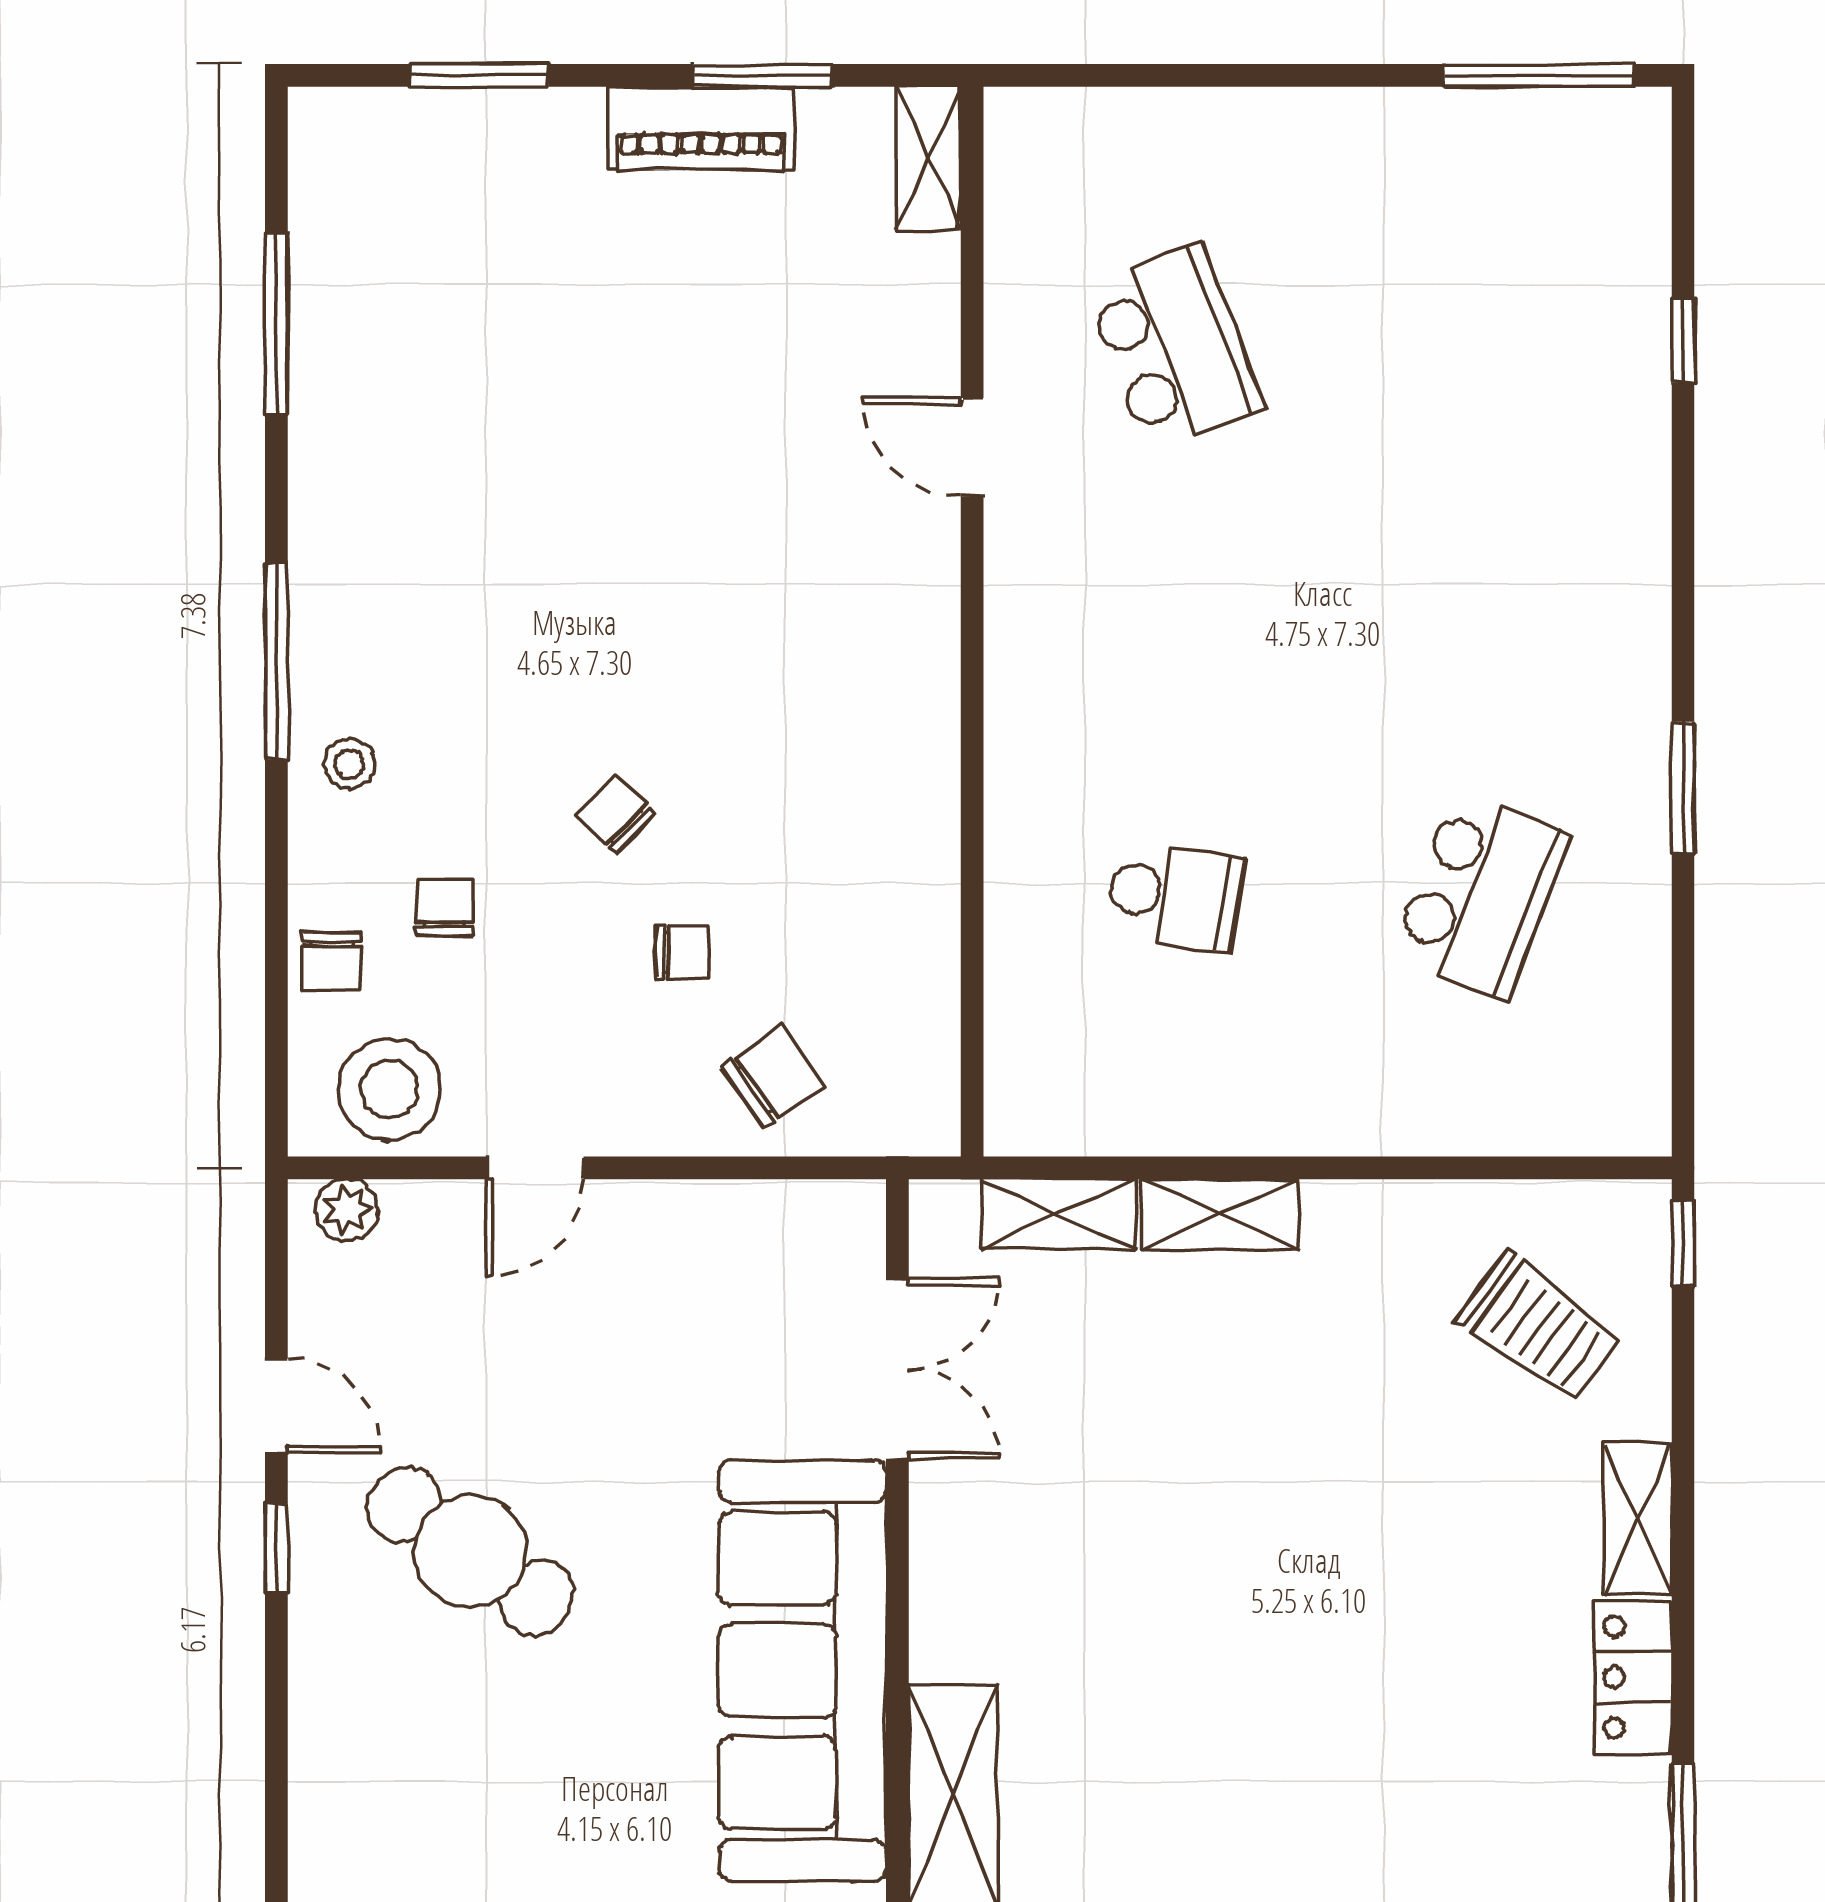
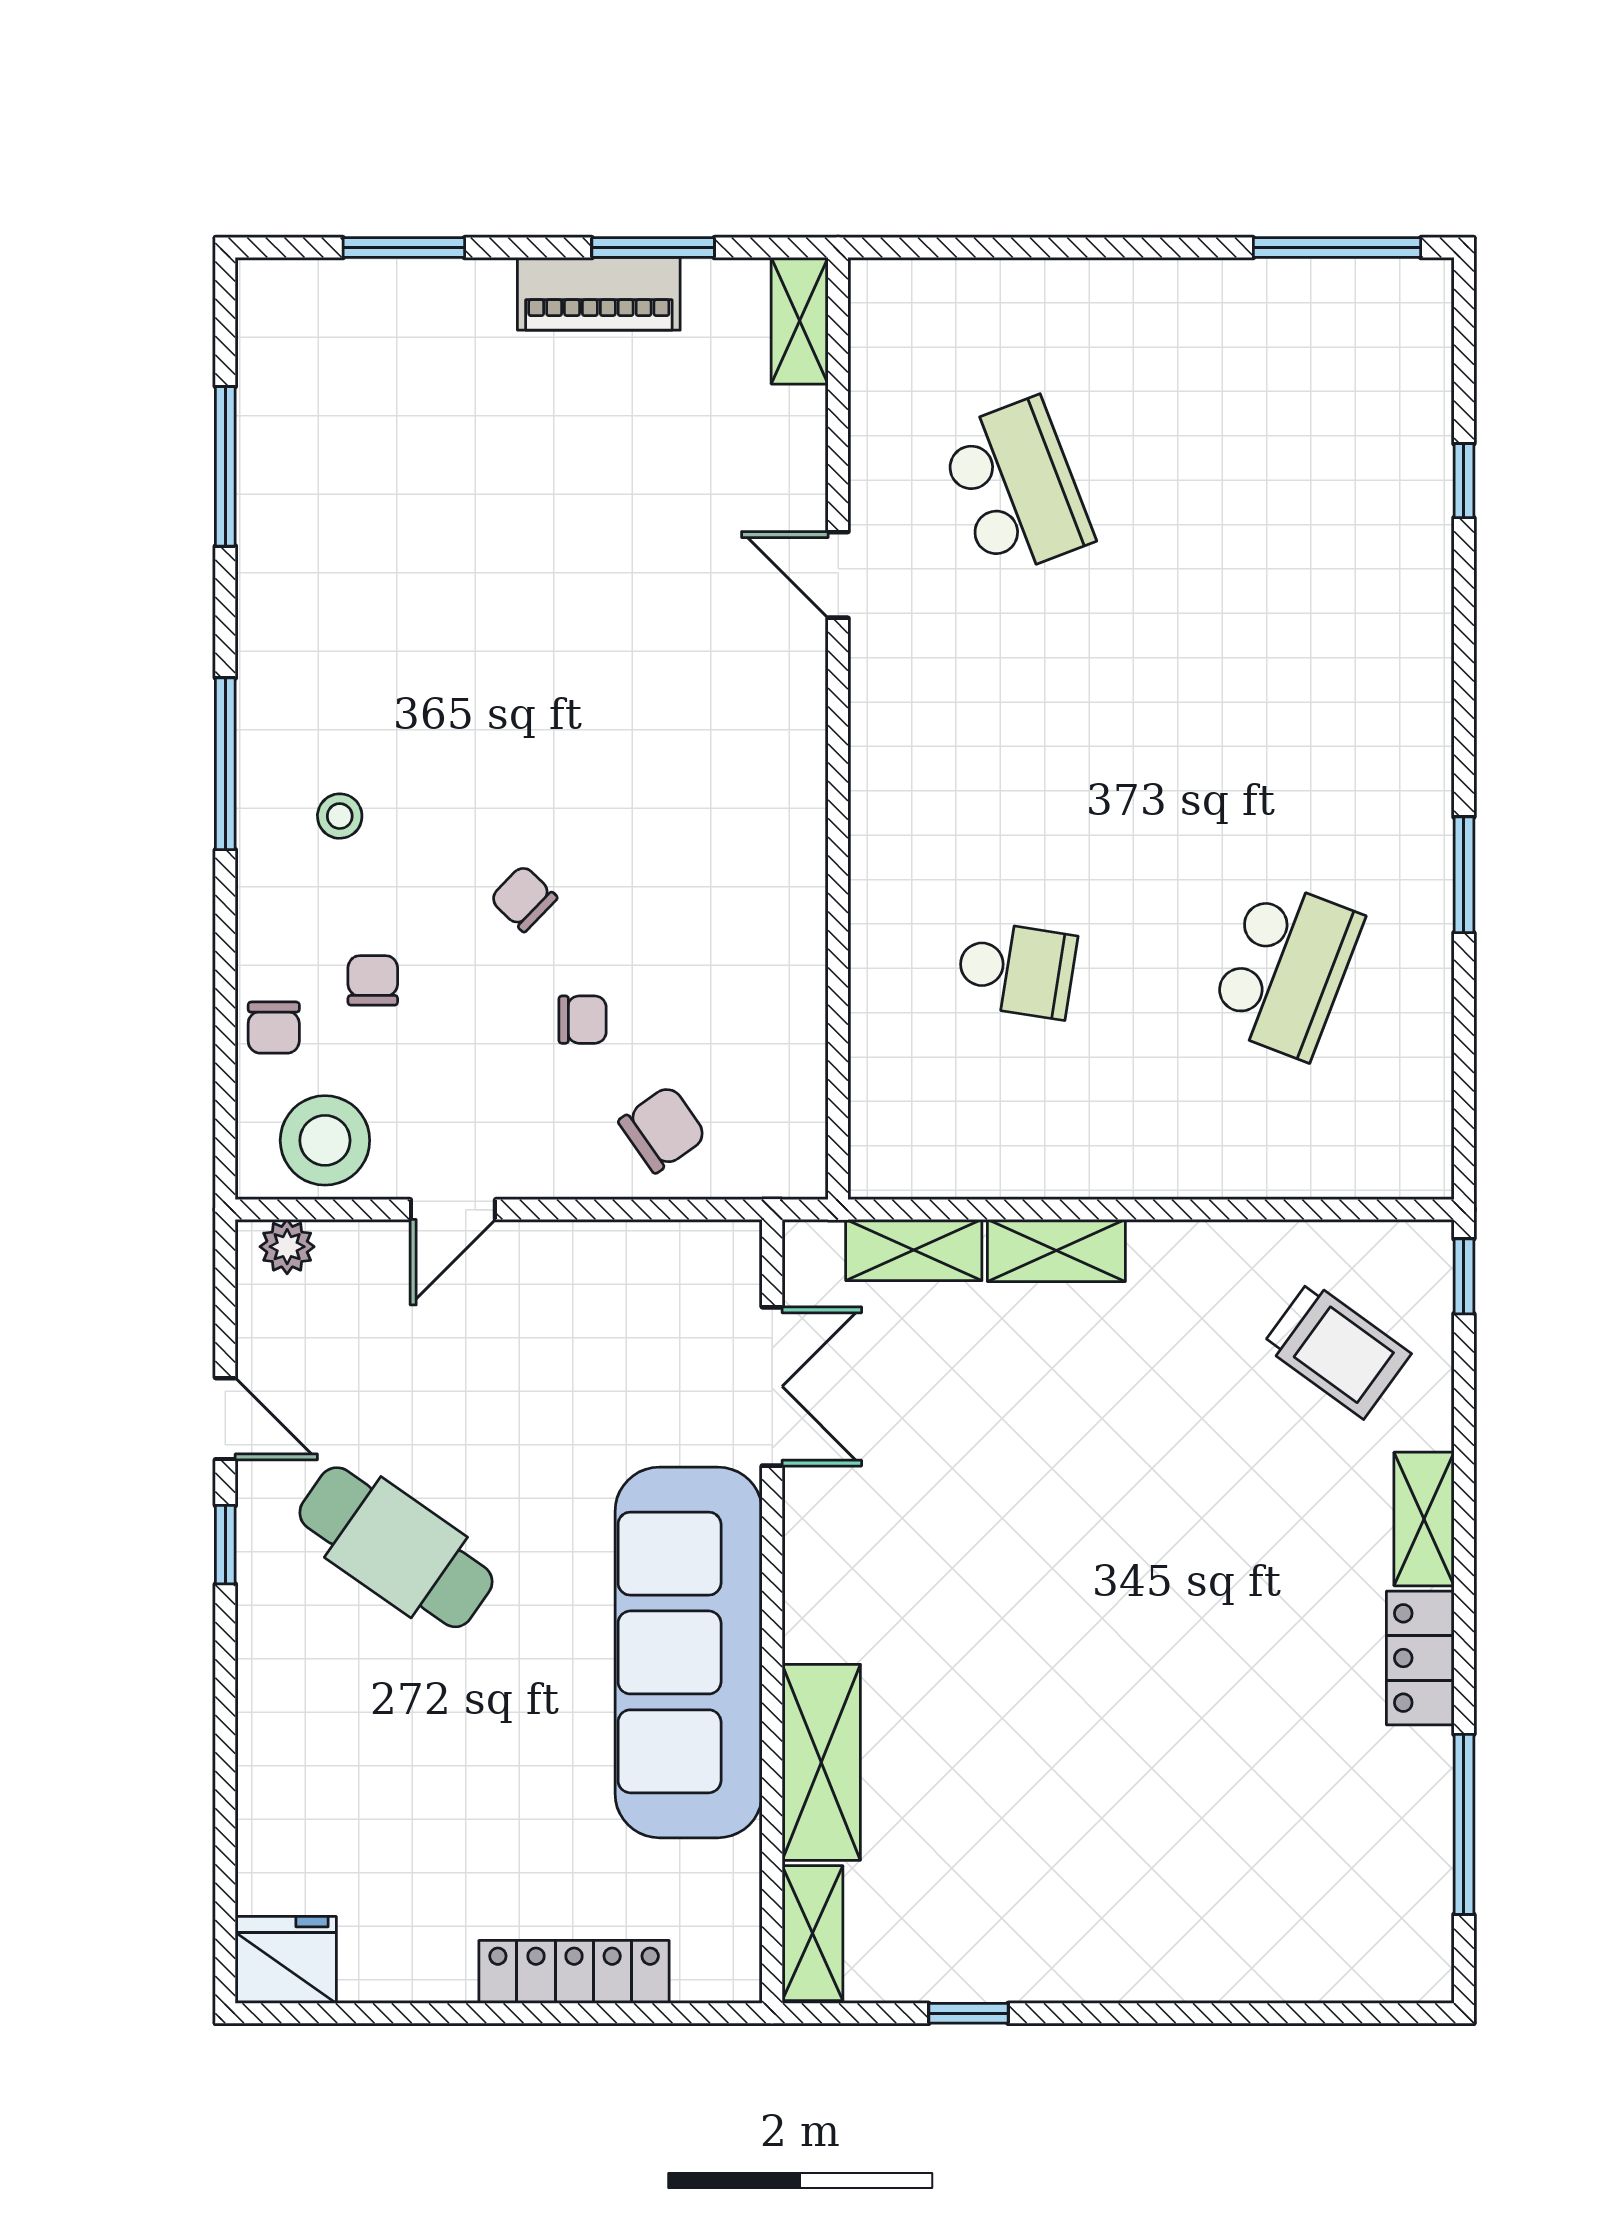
stool: (349, 764) -> (340, 816), moved

